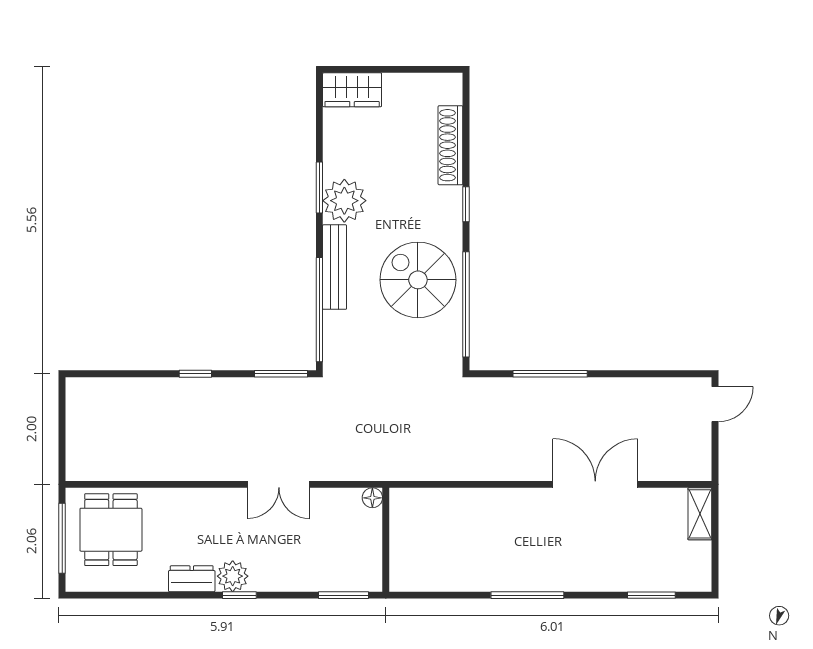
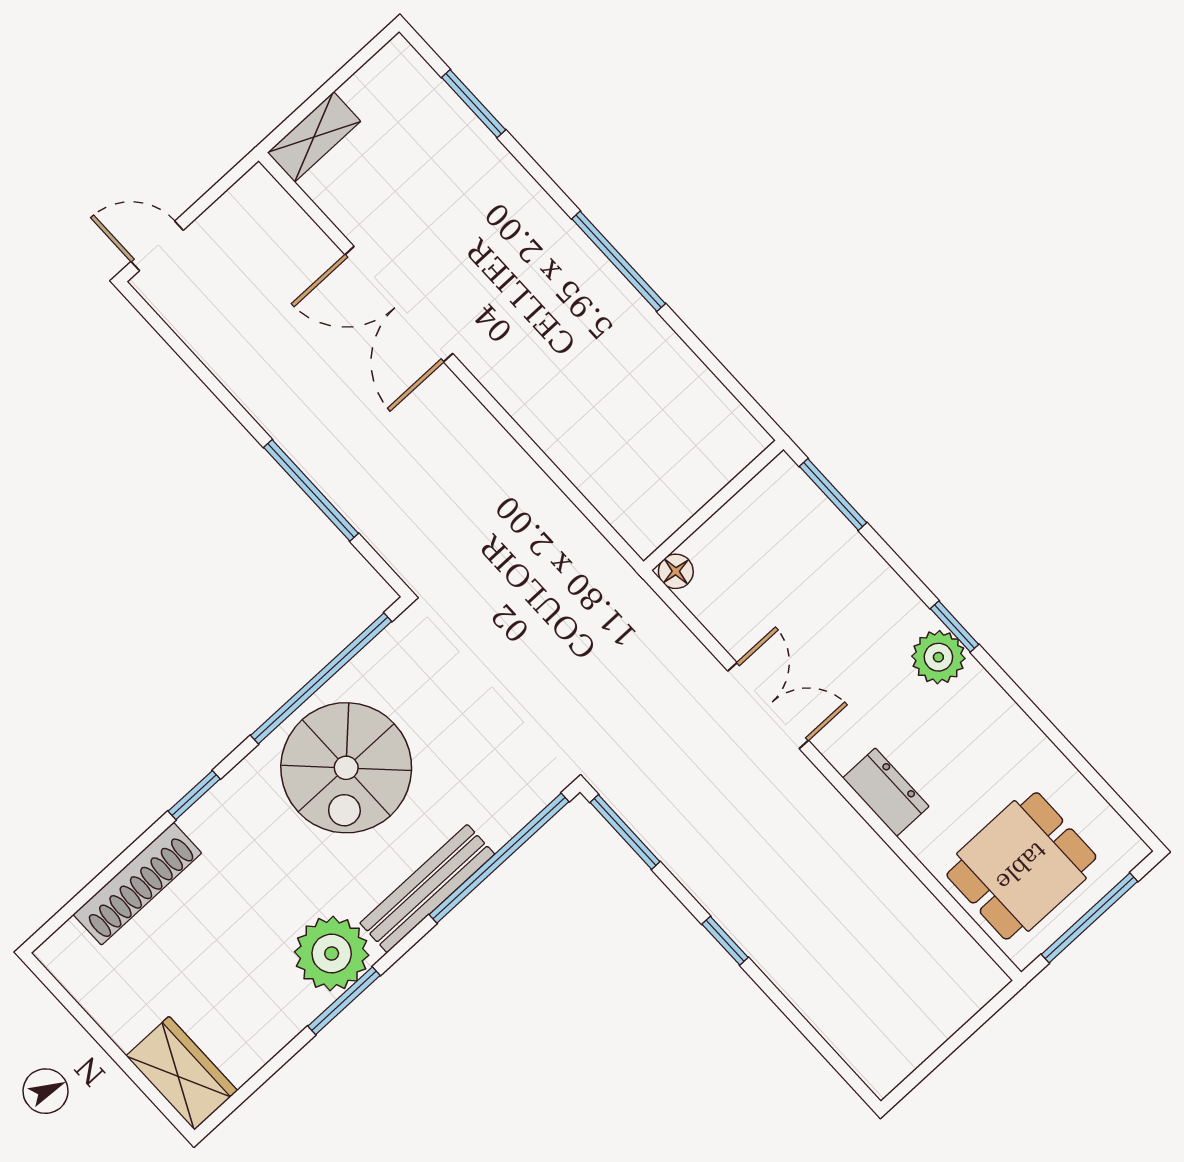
dresser: (192, 579) -> (886, 792), moved, turned 180

